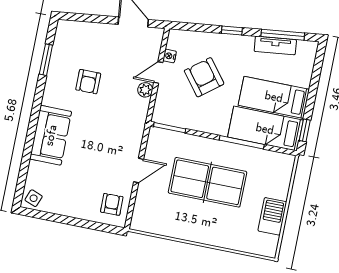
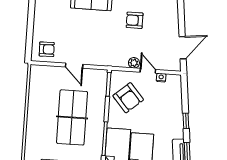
armchair: (204, 77) -> (128, 98), moved, turned 87

